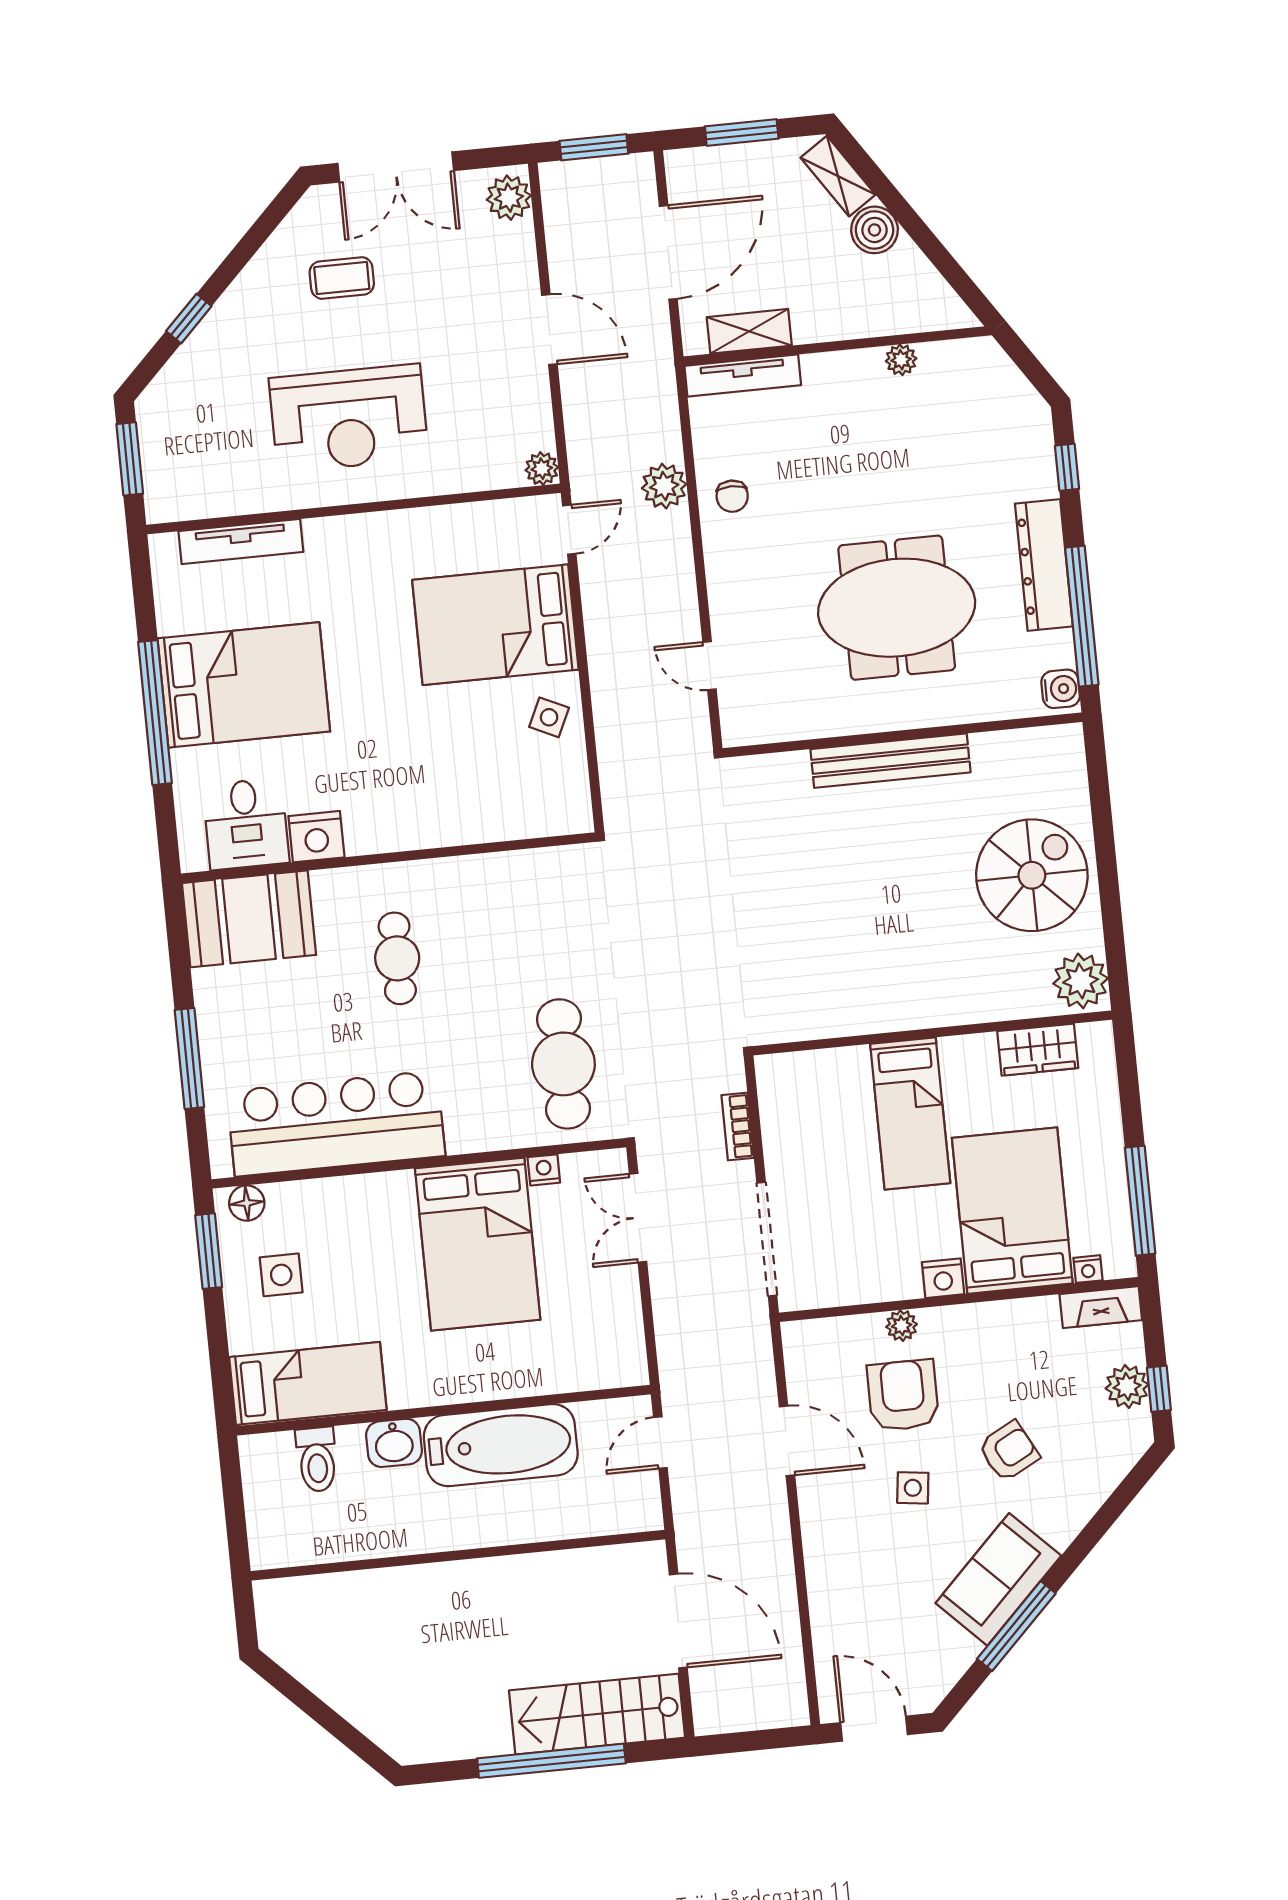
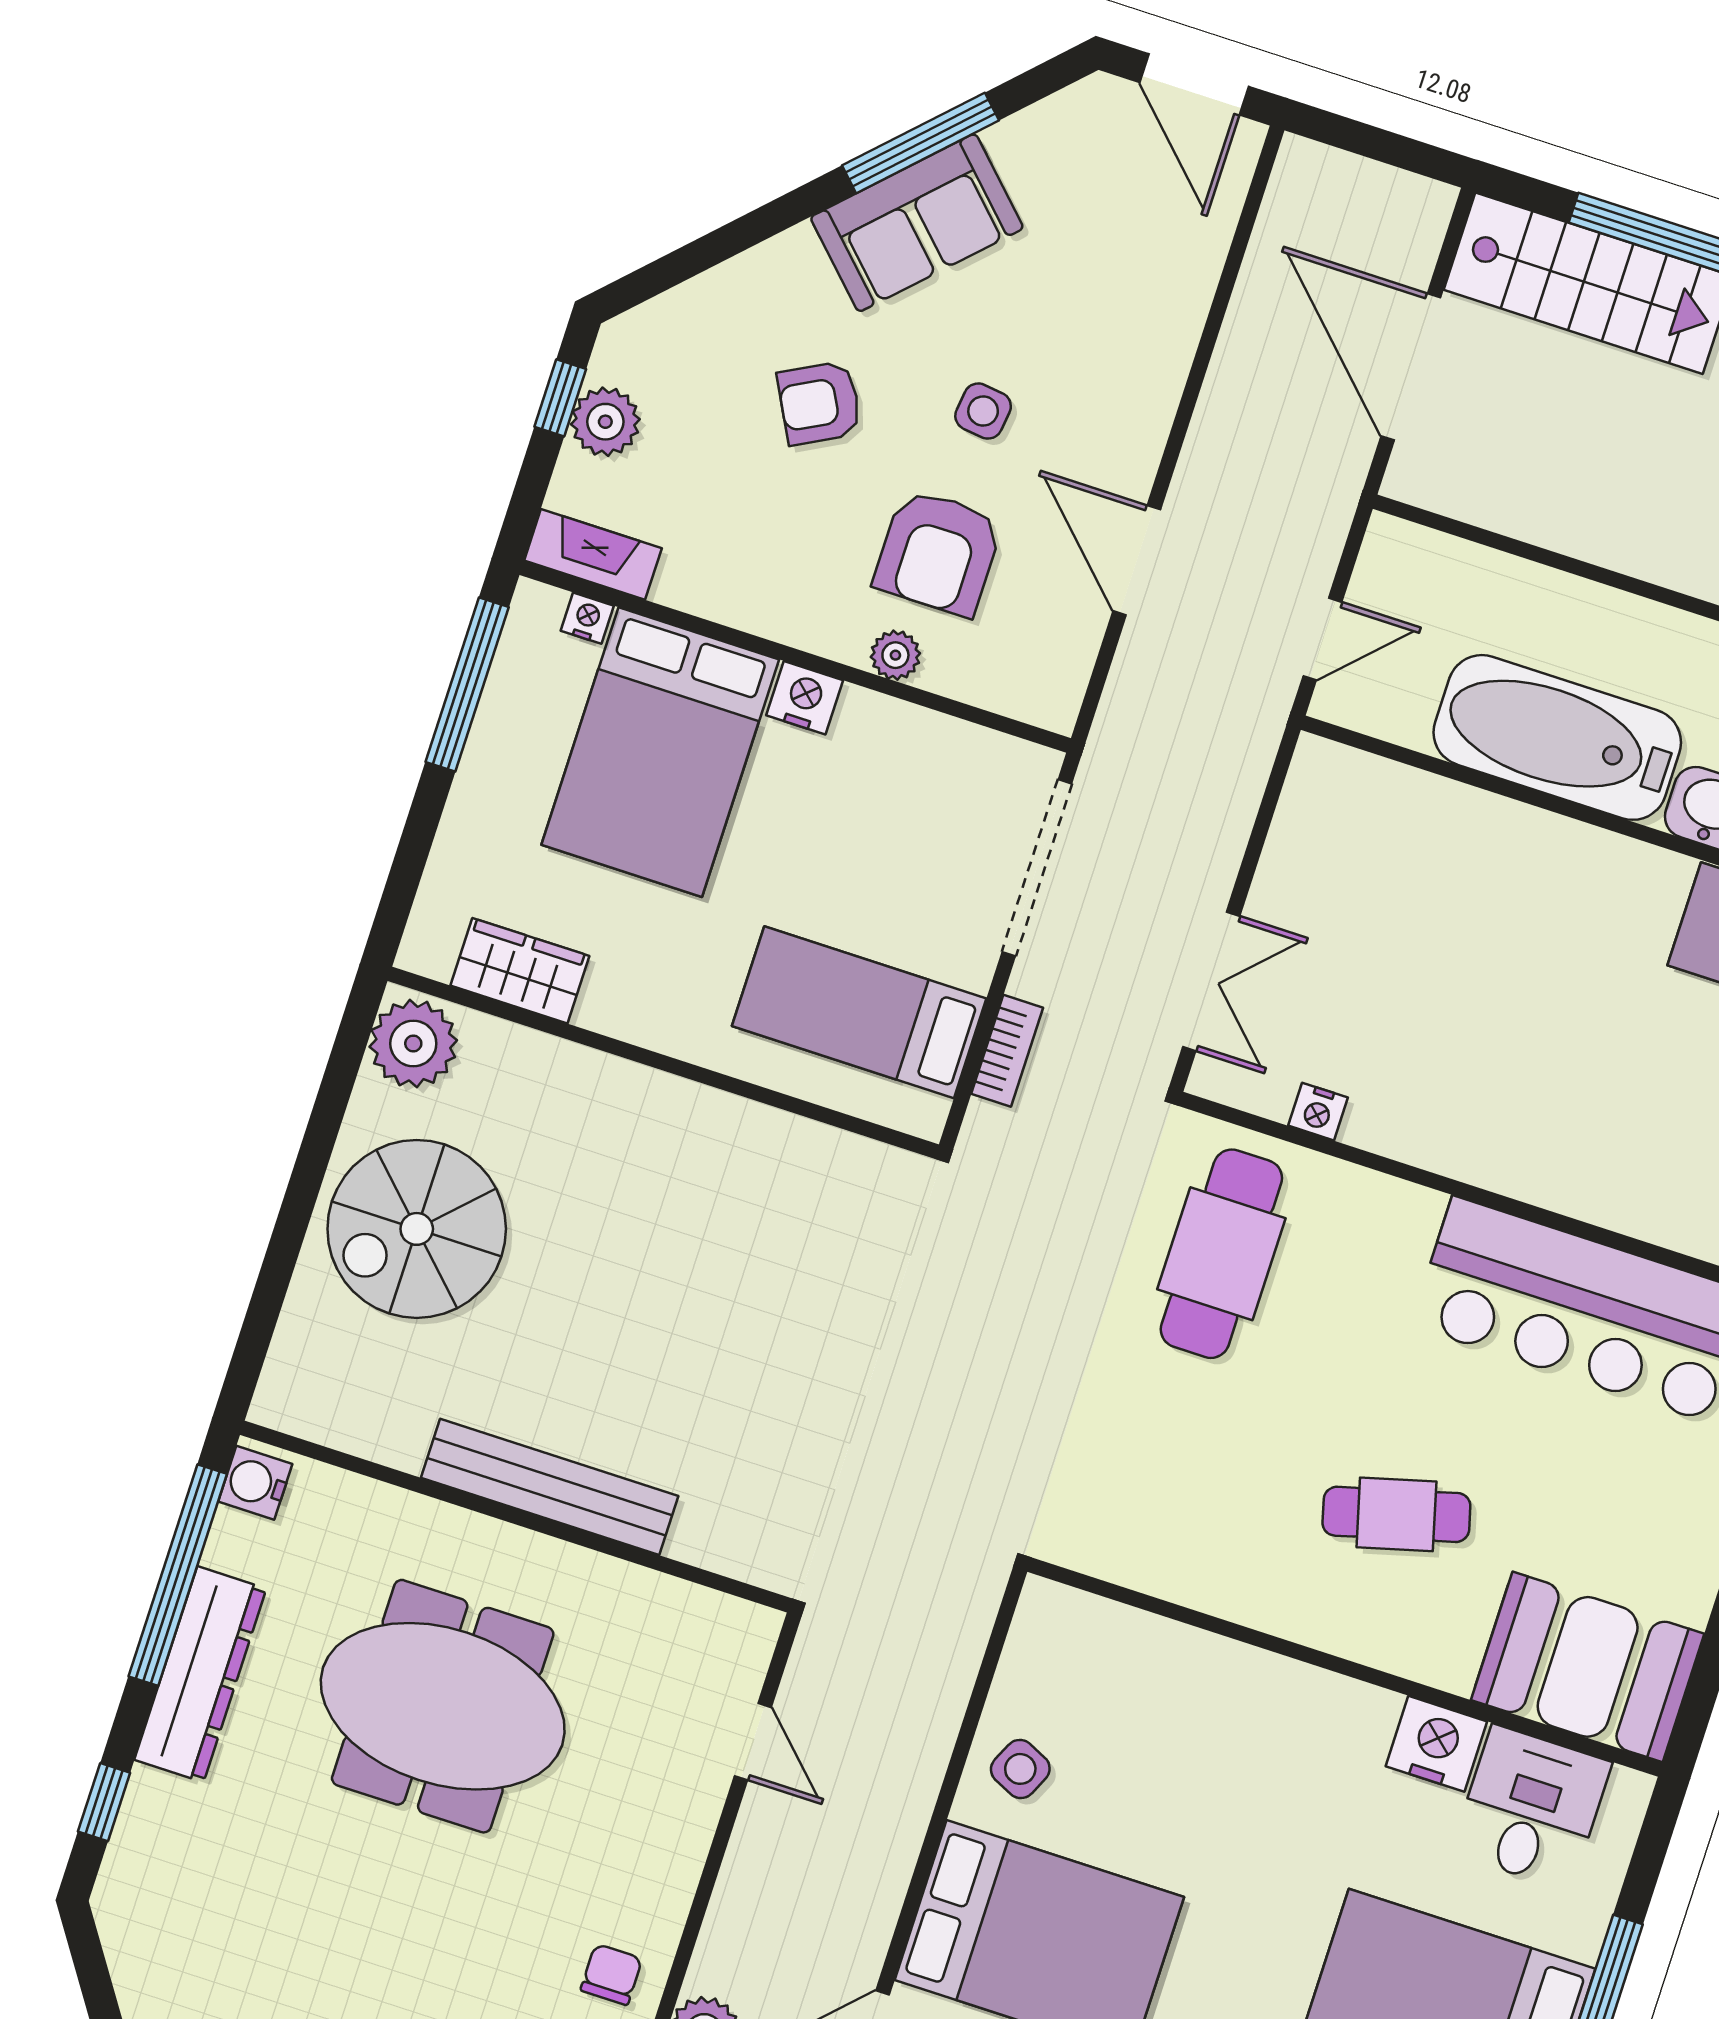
cafe table: (397, 958) -> (1396, 1514), turned 75
bed: (910, 1114) -> (859, 1012), moved, turned -90
bed: (478, 1244) -> (1462, 1046), removed

